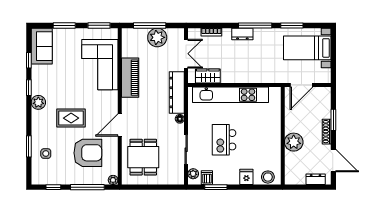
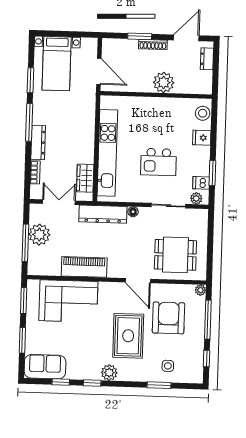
dresser: (242, 34) -> (38, 142), width x1.44
rug: (71, 118) -> (128, 336), width x1.36, depth x1.43

